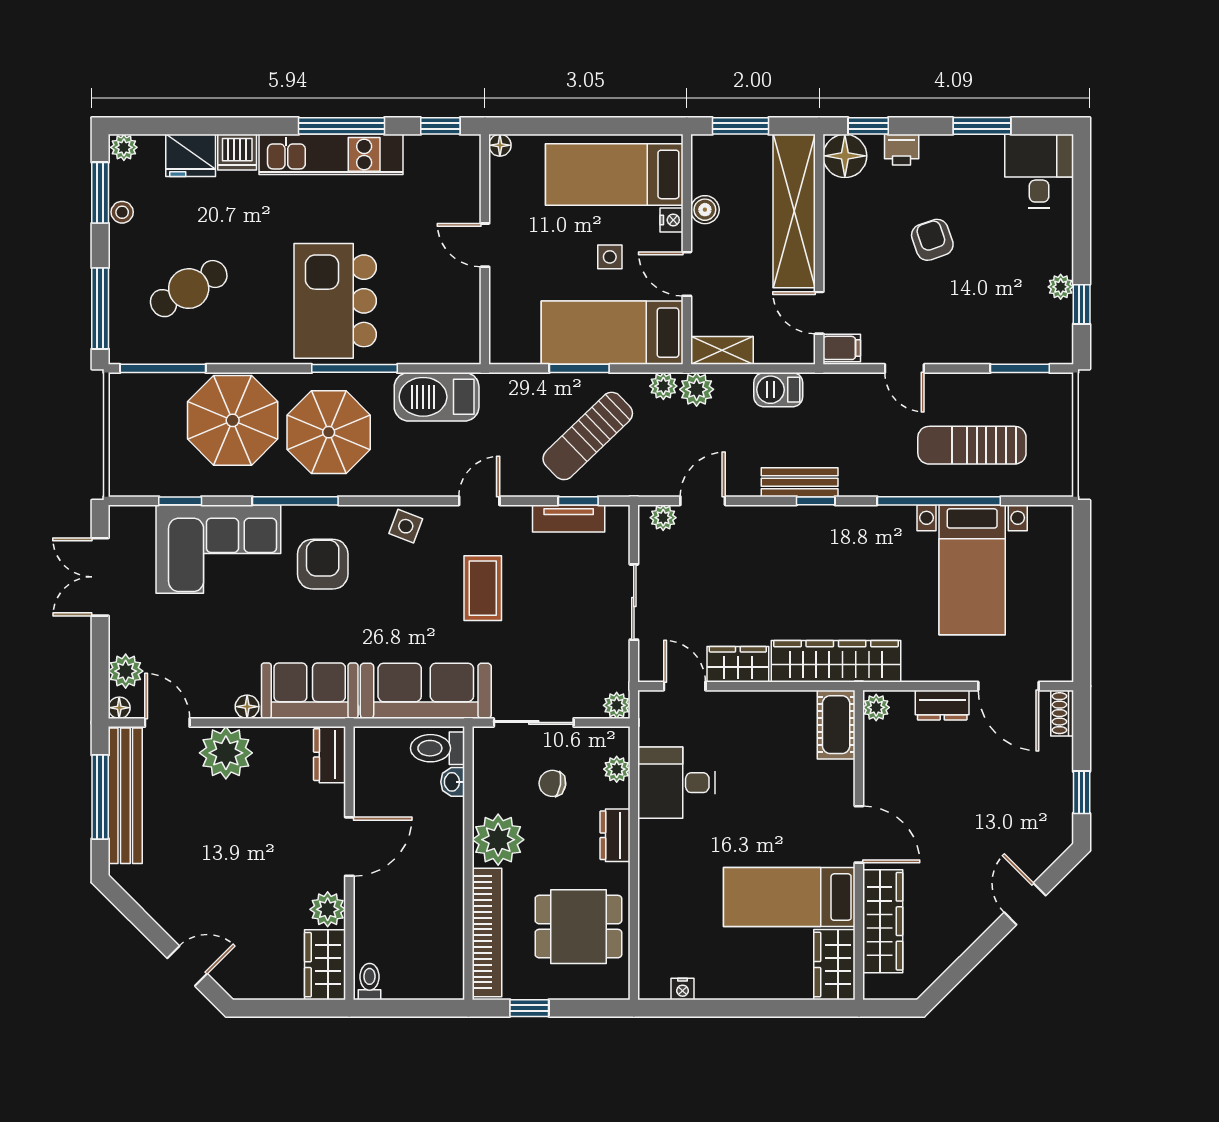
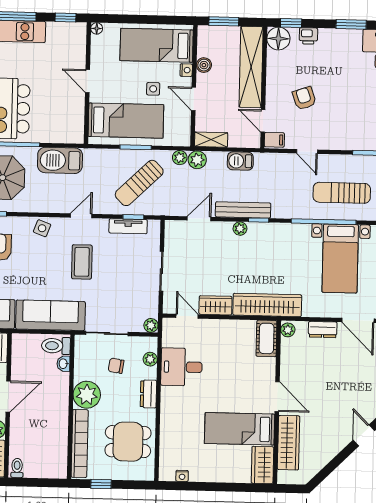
armchair: (932, 240) -> (304, 98), moved
bed: (612, 333) -> (126, 121), moved, turned 180
bench: (800, 482) -> (243, 210), width x1.36
plant: (663, 518) -> (240, 229), moved

